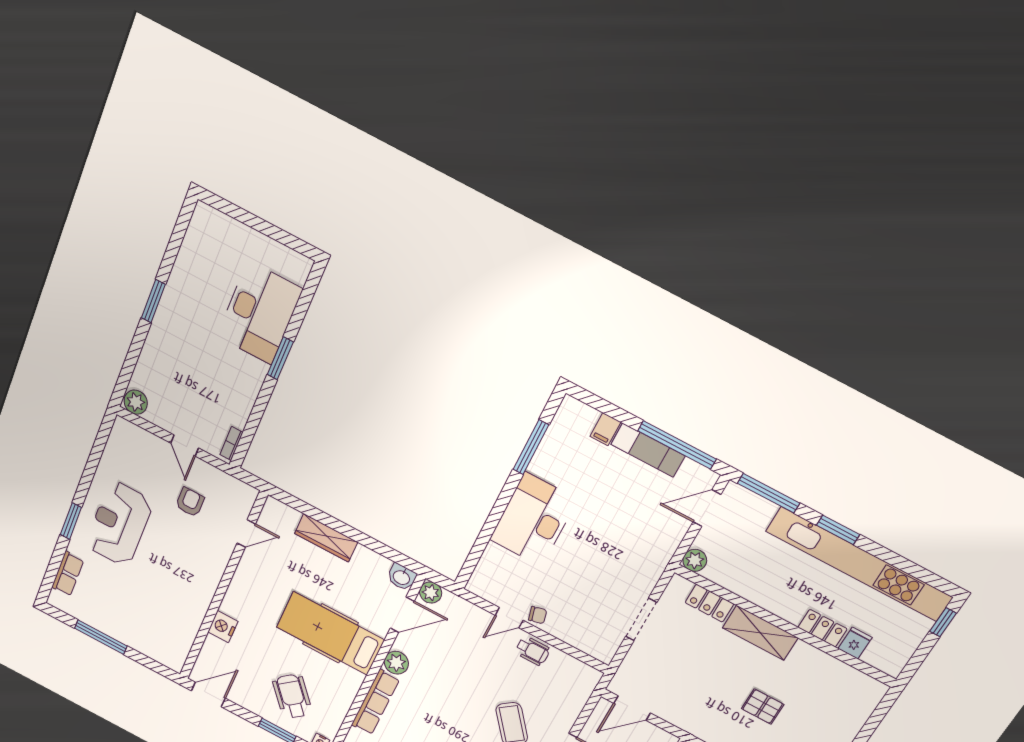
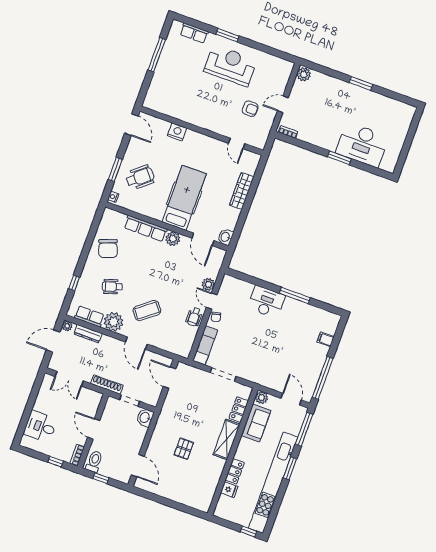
window: (531, 447) -> (295, 295), moved
exam couch: (648, 450) -> (205, 345), moved, turned 180
desk: (533, 520) -> (266, 302), width x0.73, depth x0.77
sofa: (740, 577) -> (256, 423), added
plant: (431, 593) -> (208, 284), moved

